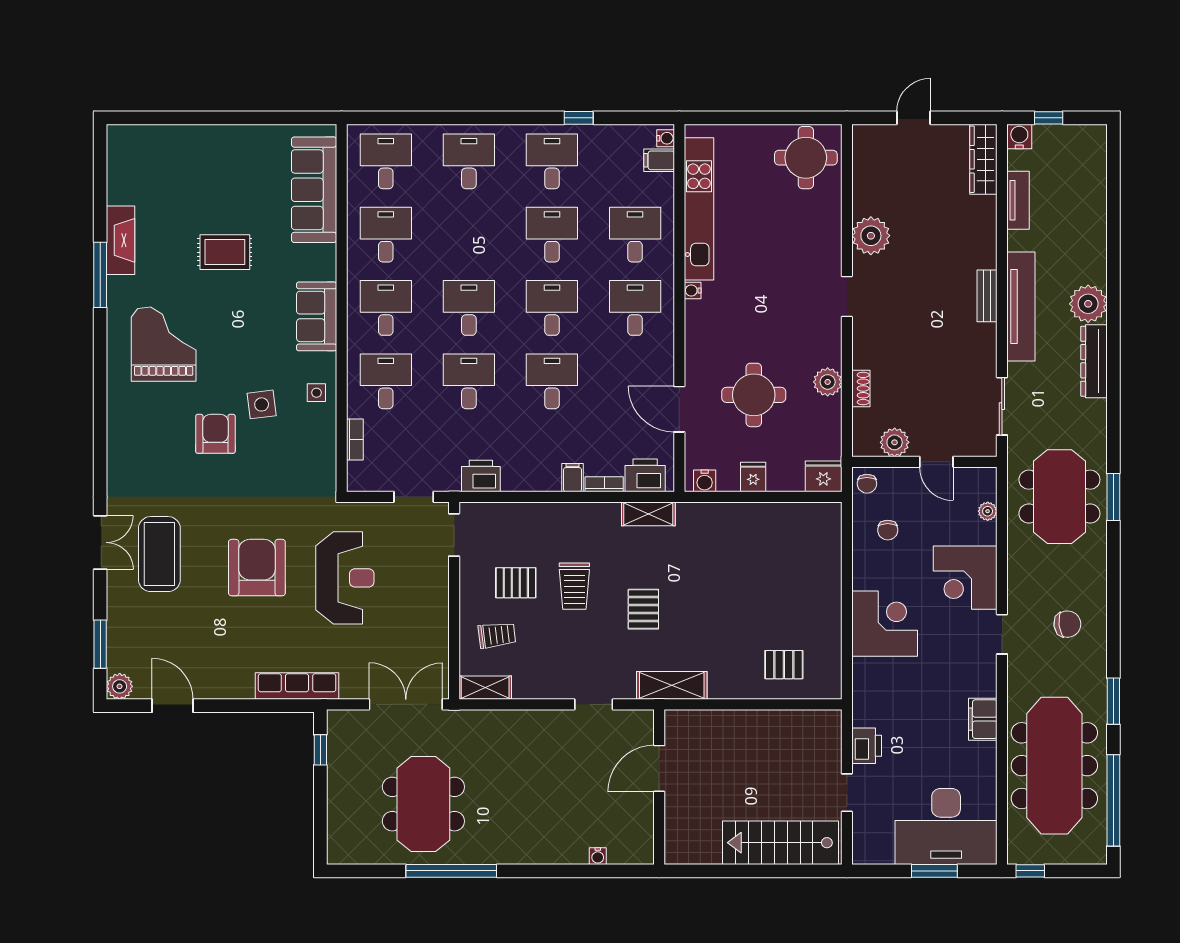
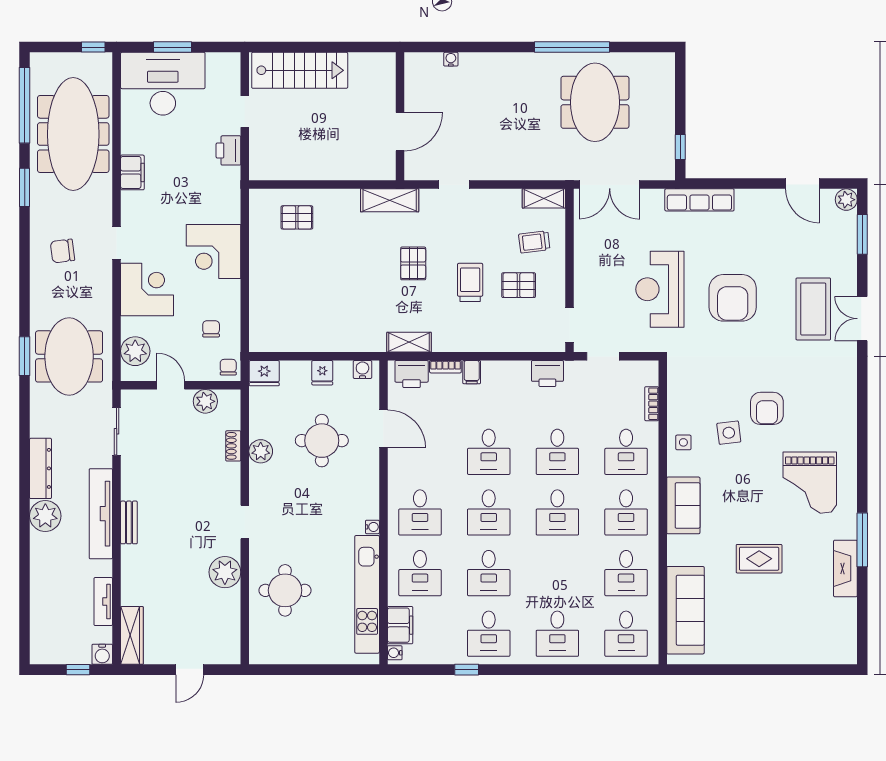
round table: (806, 158) -> (285, 590), moved
filing cabinet: (659, 160) -> (400, 625), width x2.00
plant: (988, 511) -> (135, 351), width x1.87, depth x1.87

